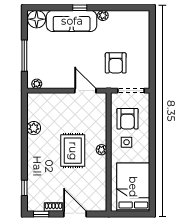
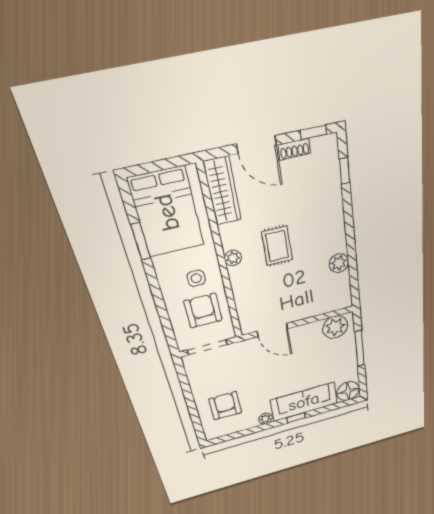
armchair: (116, 63) -> (225, 406), moved
plant: (37, 84) -> (335, 327), width x1.88, depth x1.88
rug: (73, 151) -> (277, 246), width x0.73, depth x0.70
window: (152, 174) -> (141, 241), added
wardrobe: (99, 192) -> (222, 191), added

